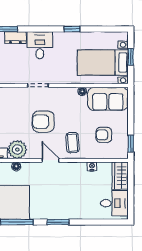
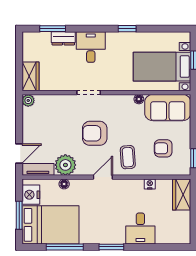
door: (50, 160) -> (103, 177), hinge flipped
desk: (114, 203) -> (140, 228), moved, turned 90

